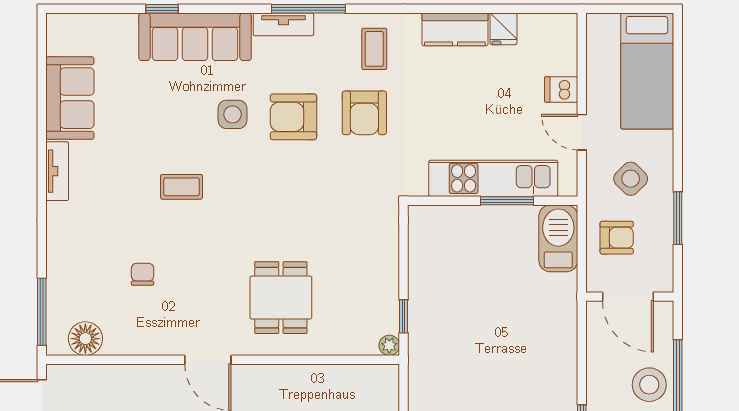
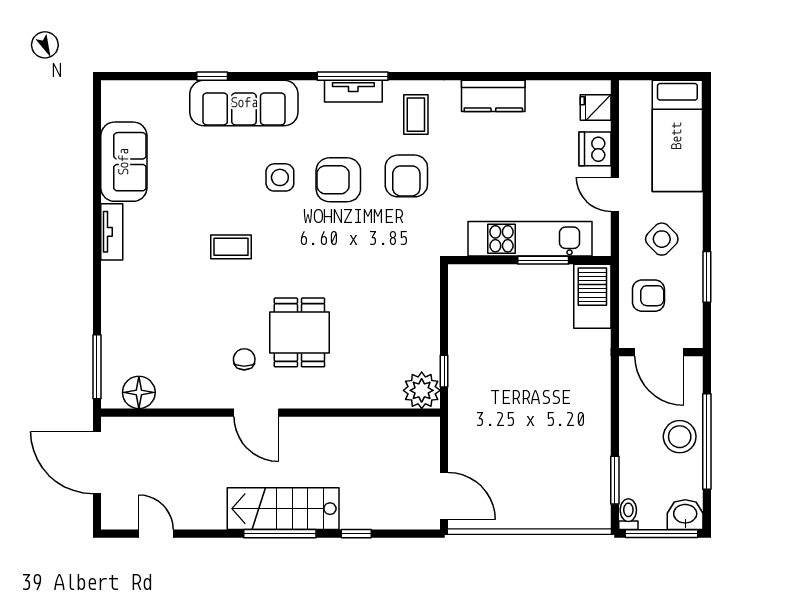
tv unit: (283, 24) -> (353, 91), moved
fridge: (503, 29) -> (596, 107), moved, turned 90
dishwasher: (561, 90) -> (595, 149), width x1.38
chair: (143, 274) -> (244, 359), moved
dining table: (281, 298) -> (299, 332), moved
plant: (389, 345) -> (422, 390), width x1.88, depth x1.88

